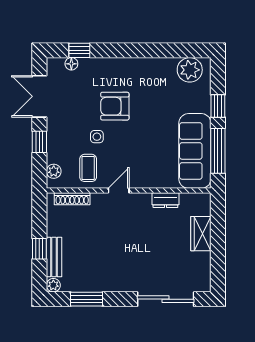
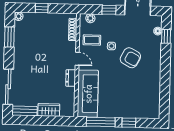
plant: (190, 70) -> (152, 105), removed
armchair: (115, 106) -> (130, 58), turned 118
sofa: (195, 151) -> (88, 94), moved, turned 90
dresser: (165, 200) -> (71, 78), moved
bench: (54, 257) -> (24, 111), moved

